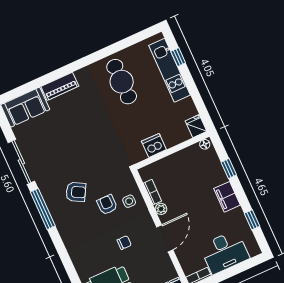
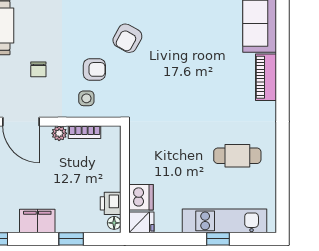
window: (178, 57) -> (218, 239), moved
cafe table: (122, 82) -> (237, 156), width x0.73, depth x0.74
dishwasher: (154, 145) -> (141, 197), moved
printer: (193, 153) -> (111, 203), added

